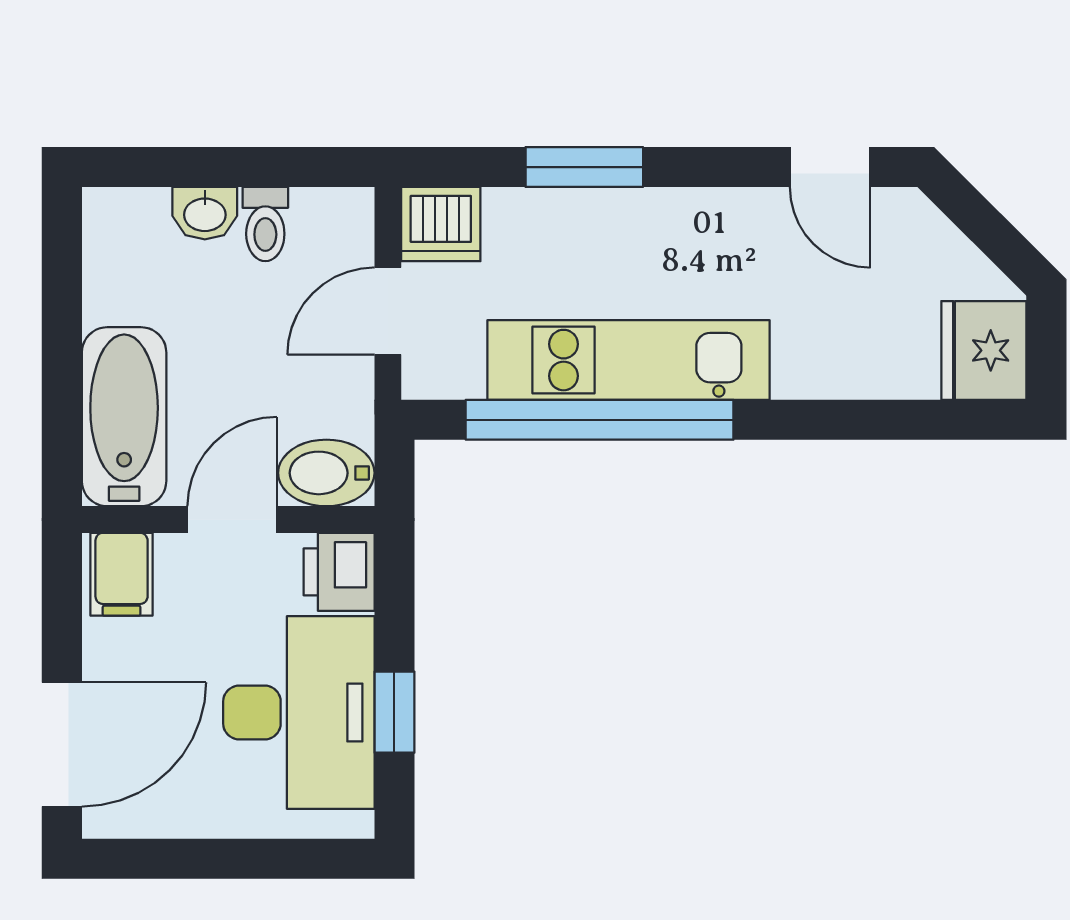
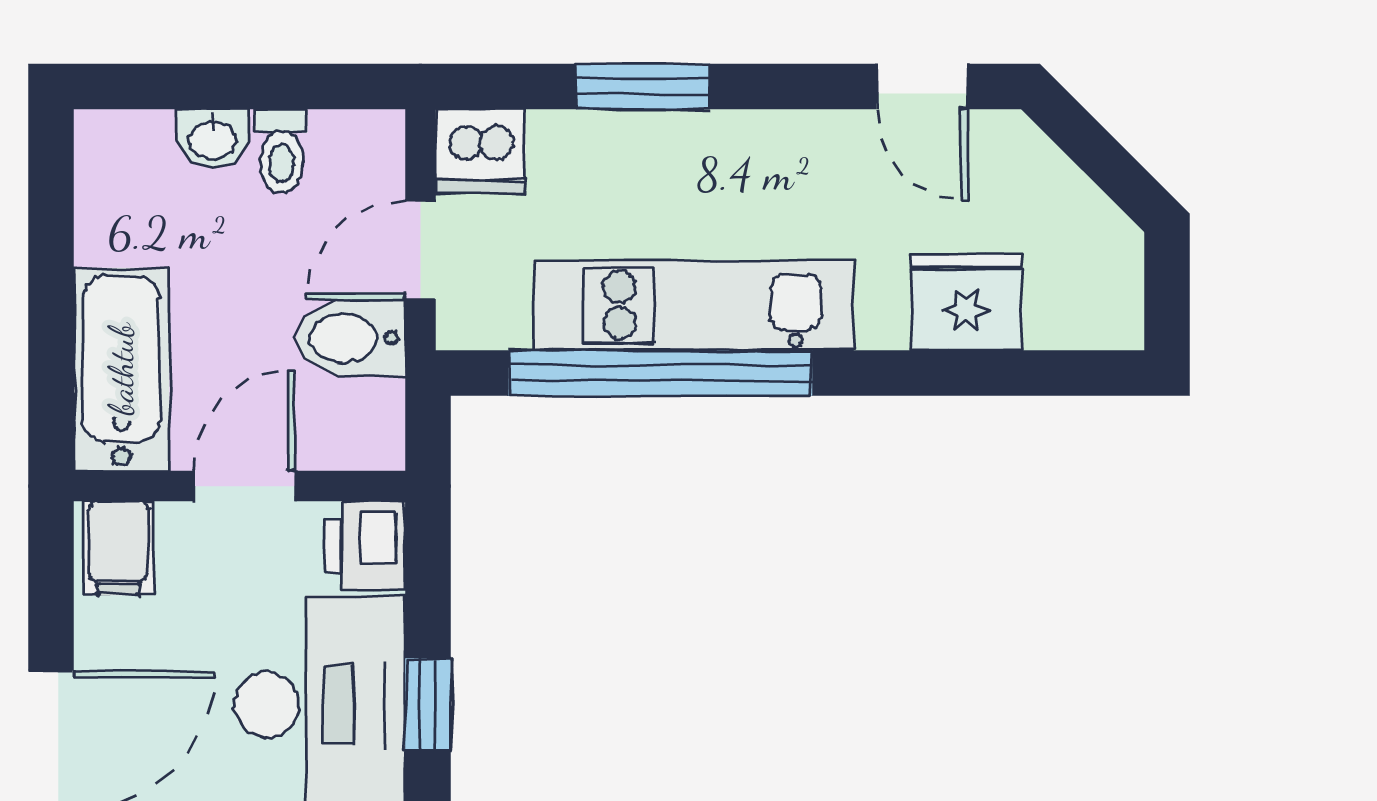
fridge: (984, 350) -> (967, 302), moved, turned 90
bidet: (326, 473) -> (351, 338), moved

